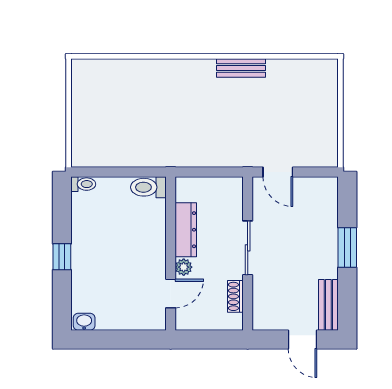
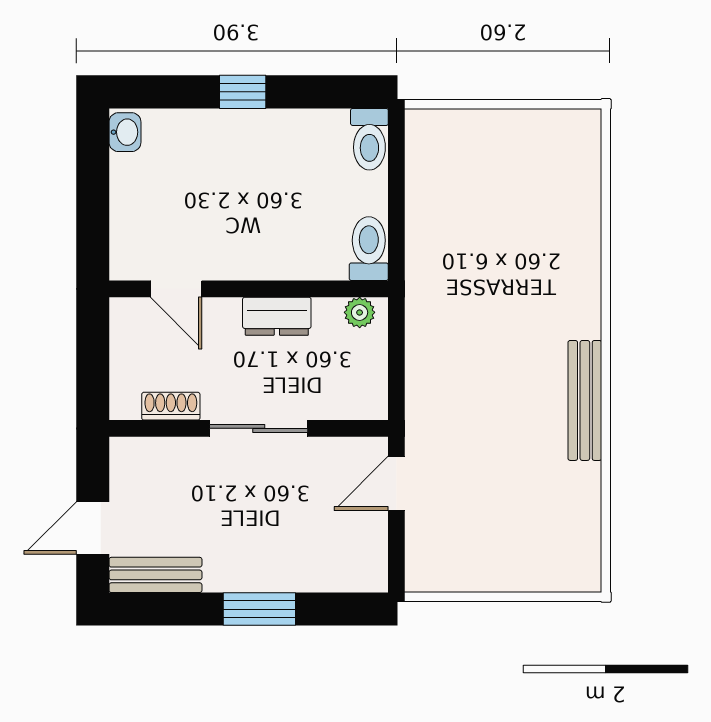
bench: (241, 68) -> (585, 400), width x1.36
toilet: (83, 184) -> (369, 139), width x1.37, depth x1.39
dresser: (186, 230) -> (277, 316), width x0.70
plant: (184, 267) -> (360, 312), moved

